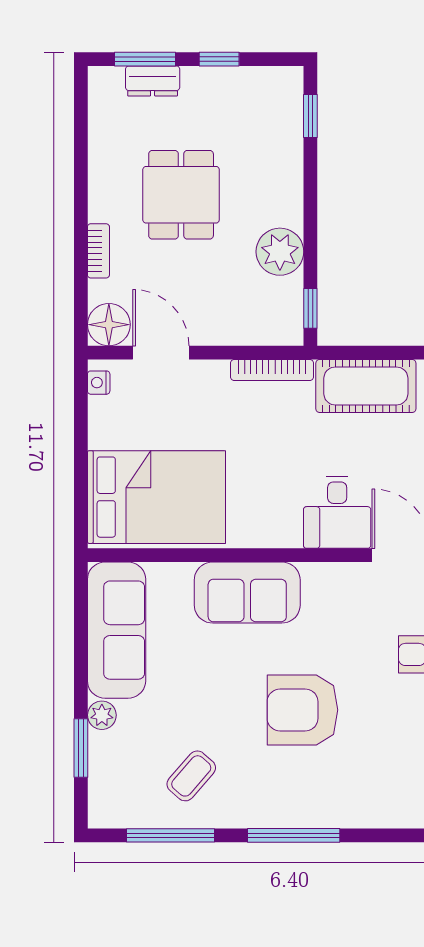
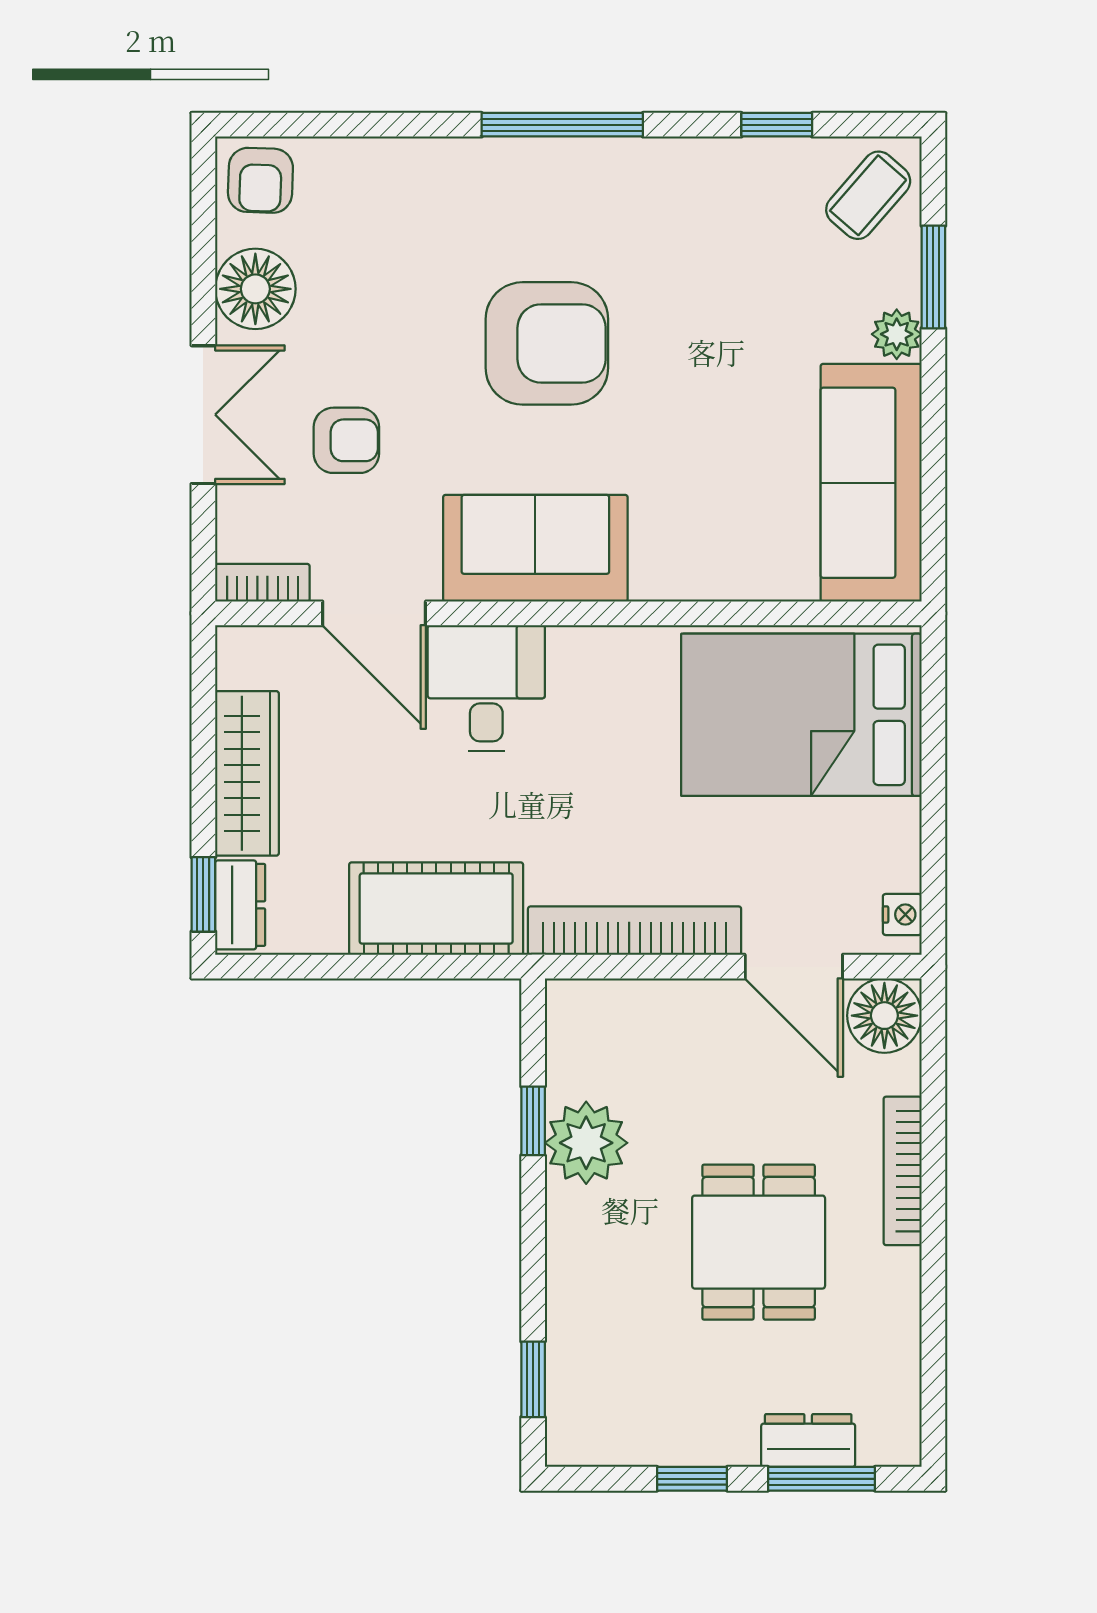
bookcase: (98, 251) -> (903, 1171), width x1.56
window: (310, 308) -> (533, 1121), moved
bookcase: (272, 370) -> (635, 931), width x1.48, depth x1.31
sofa: (247, 593) -> (535, 548), moved
coffee table: (191, 776) -> (868, 195), moved
window: (171, 835) -> (777, 125), width x0.46

